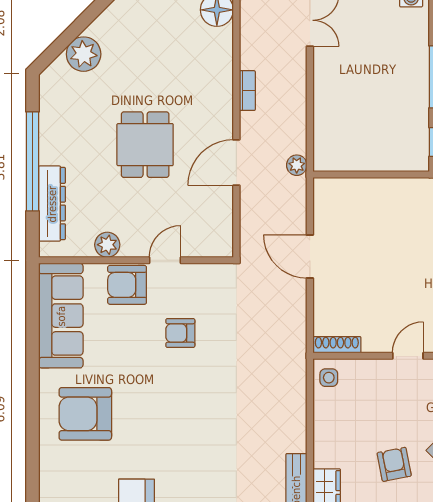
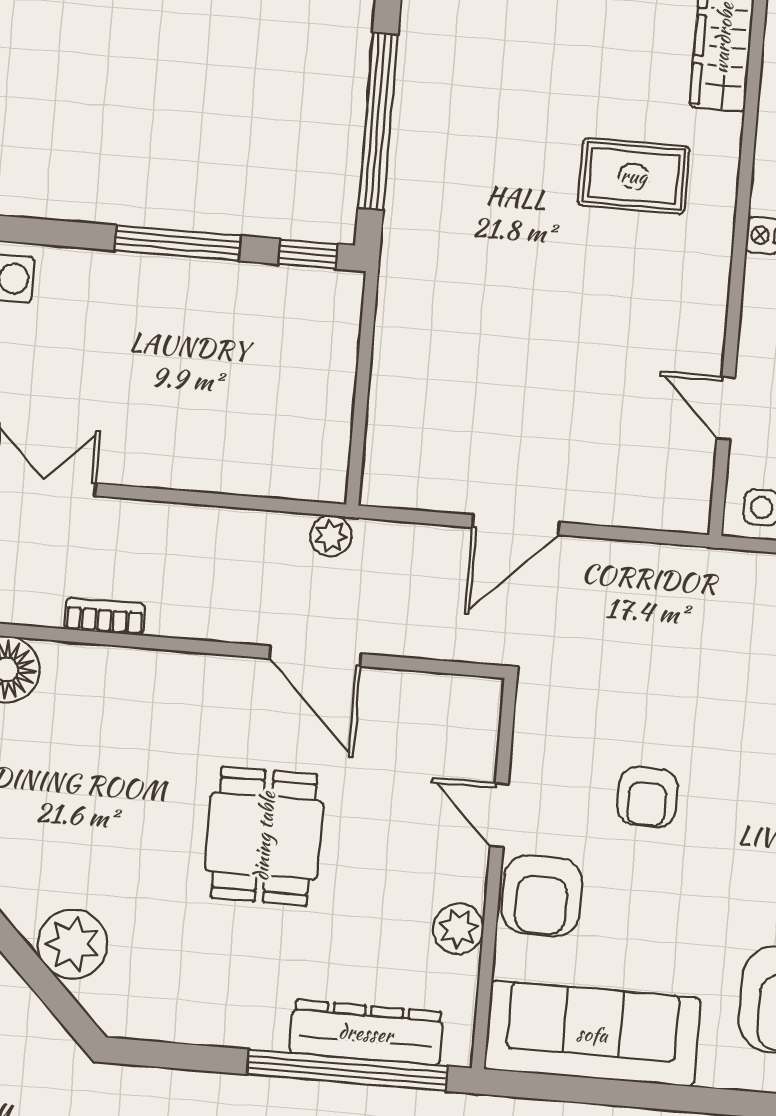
bookcase: (247, 91) -> (105, 616), moved
dining table: (145, 145) -> (264, 836), turned 90
window: (32, 161) -> (347, 1070), moved
shoe rack: (337, 345) -> (697, 486), removed
door: (408, 356) -> (726, 408), moved

